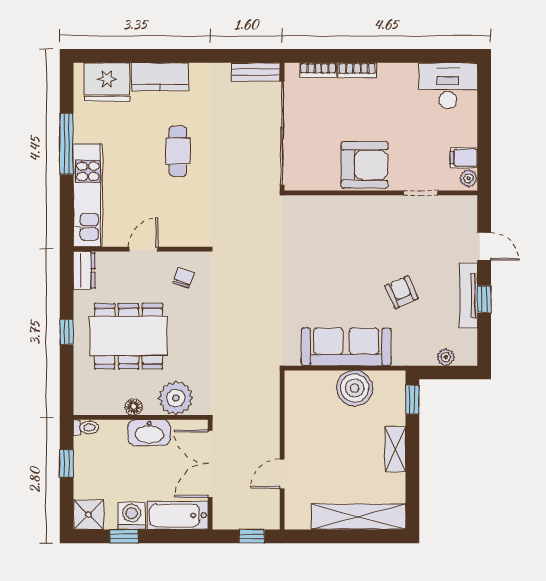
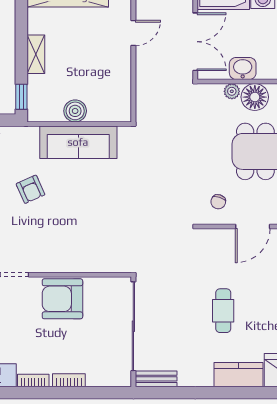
bookcase: (318, 70) -> (33, 381), moved
door: (143, 249) -> (253, 226), width x1.38
boiler: (355, 388) -> (75, 111), width x0.73, depth x0.73
plant: (176, 398) -> (232, 91), width x0.53, depth x0.53
floor lamp: (134, 407) -> (255, 97), width x1.89, depth x1.89
washbasin: (149, 433) -> (243, 68), width x0.72

